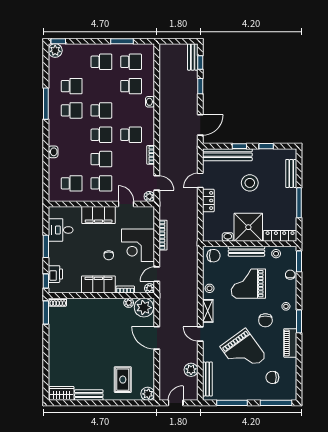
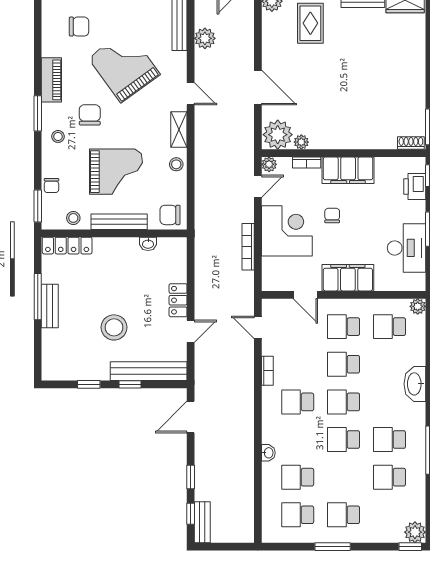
window: (122, 41) -> (333, 547), moved
washbasin: (53, 152) -> (415, 384), width x1.91, depth x1.45
bench: (291, 173) -> (50, 306), moved
plant: (149, 196) -> (418, 306), moved
shower: (248, 227) -> (116, 259), removed
desk: (61, 230) -> (407, 248), width x1.37

